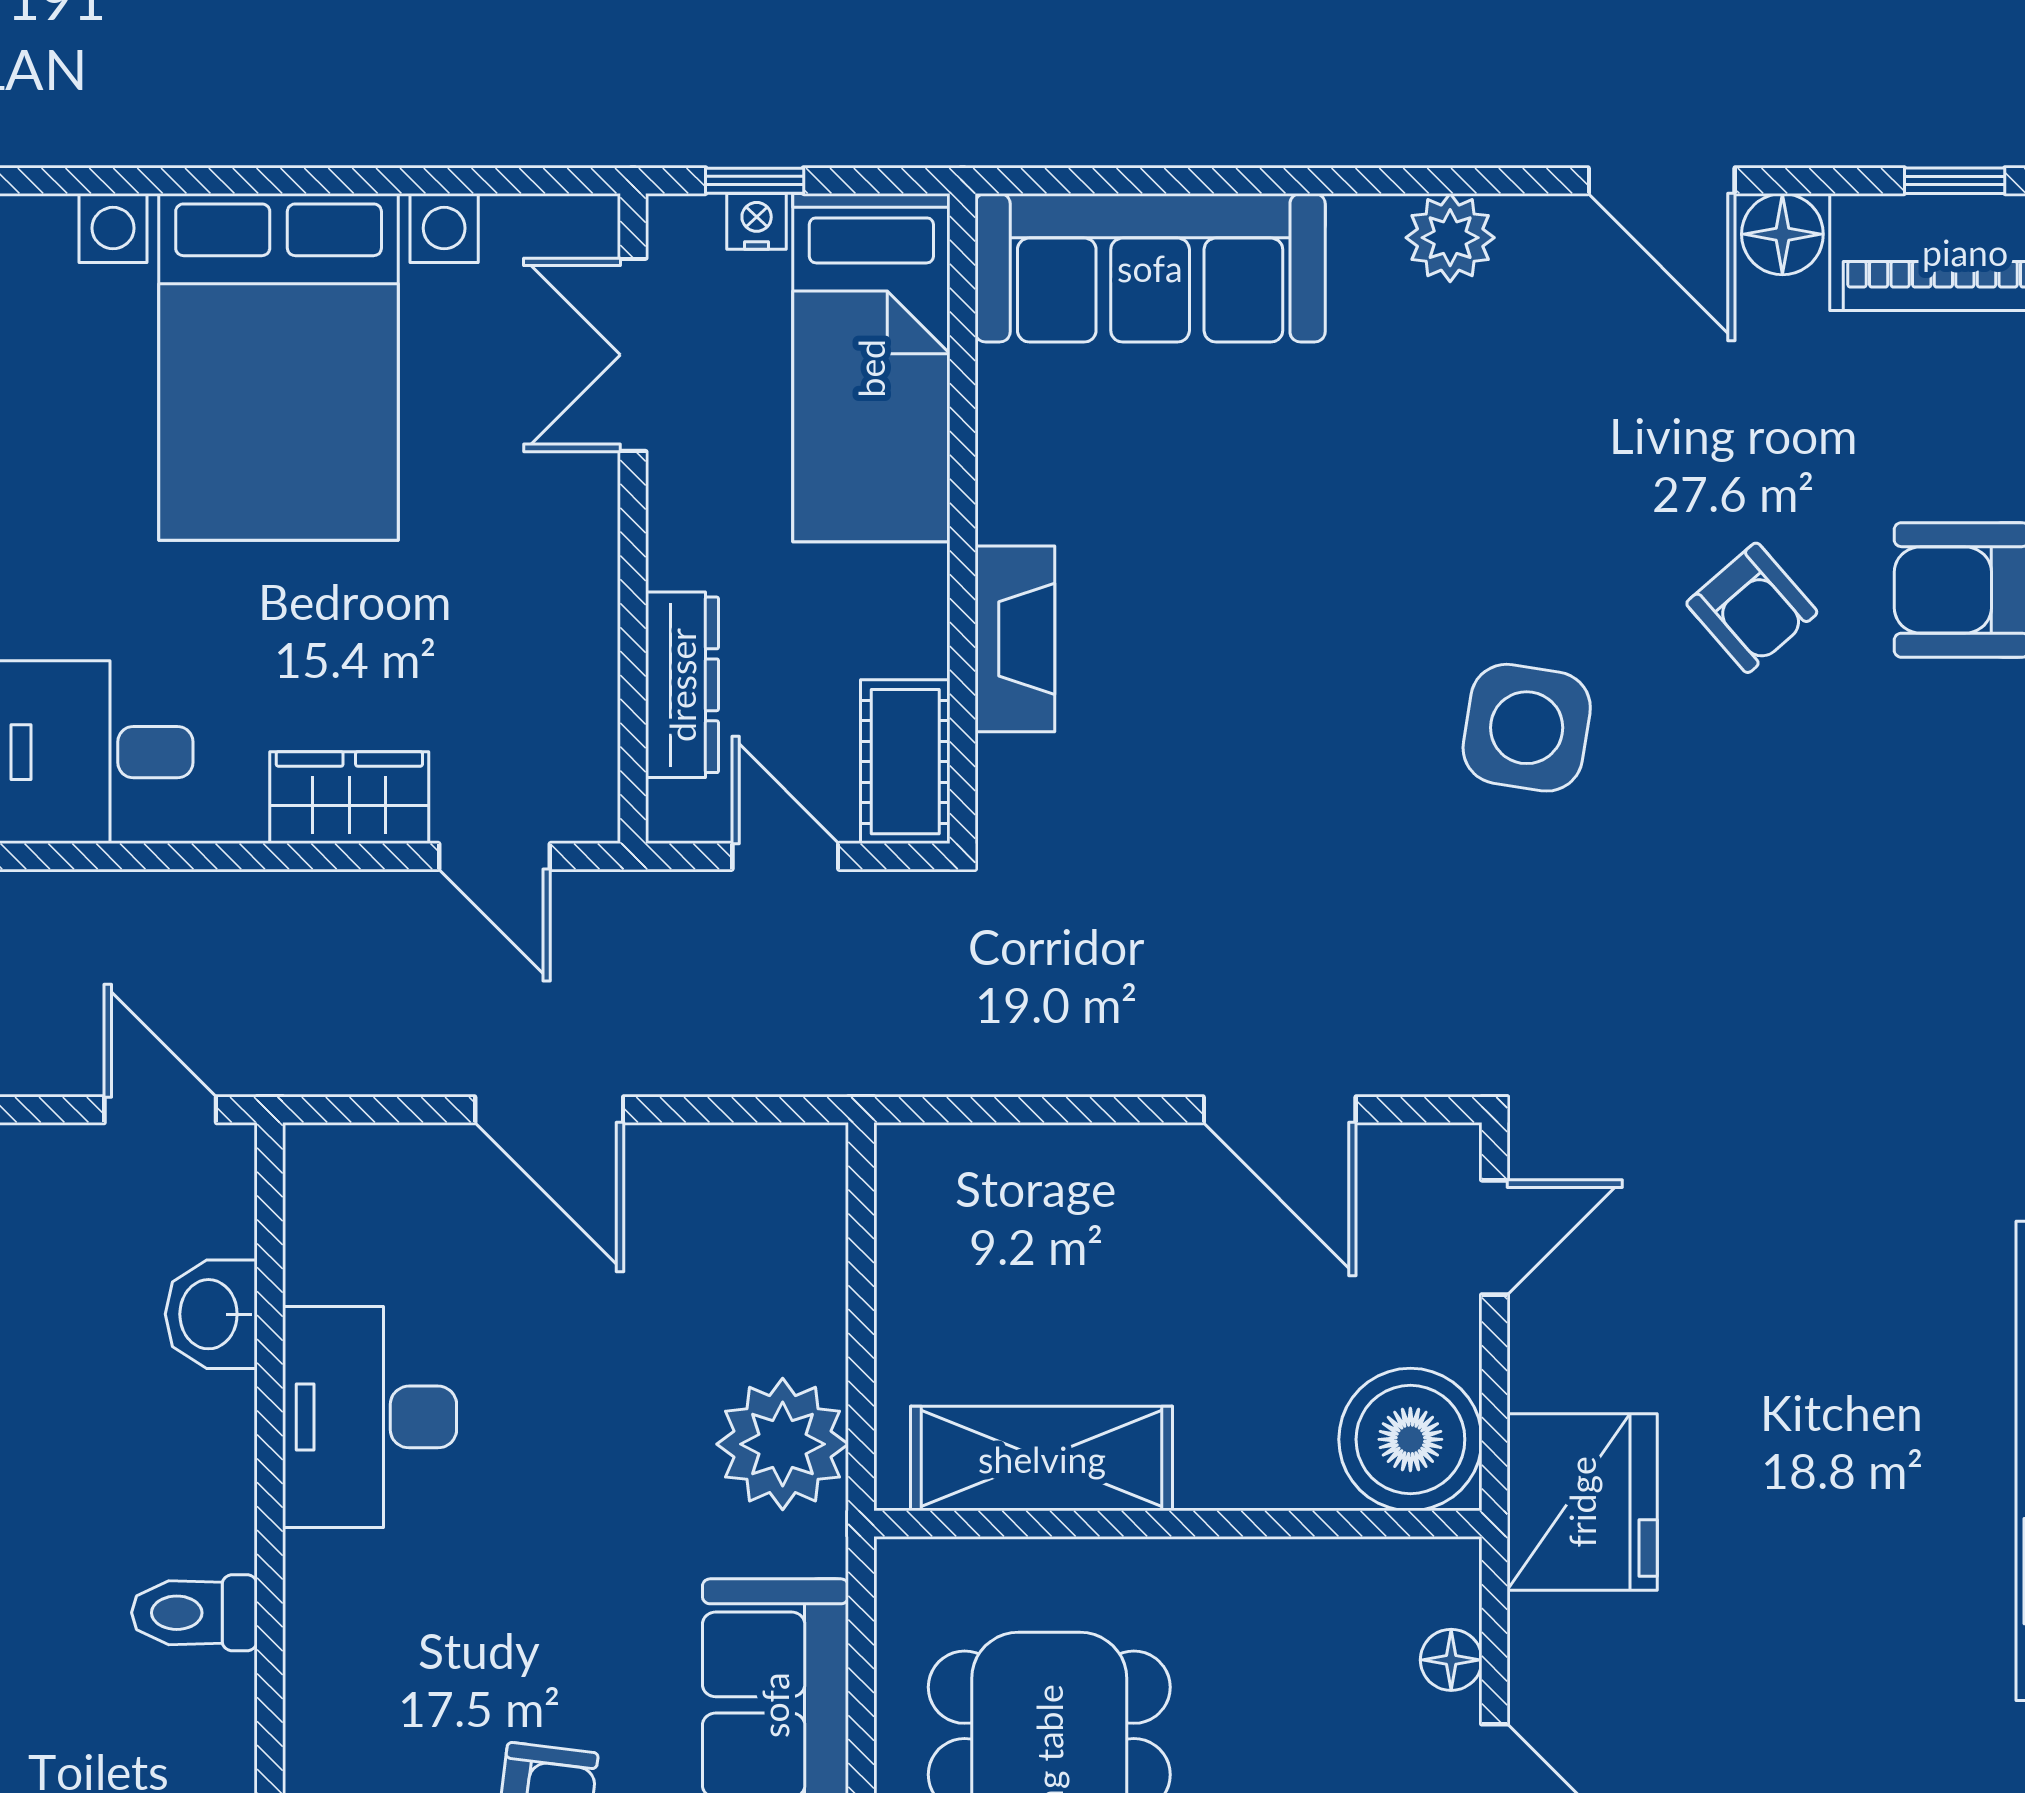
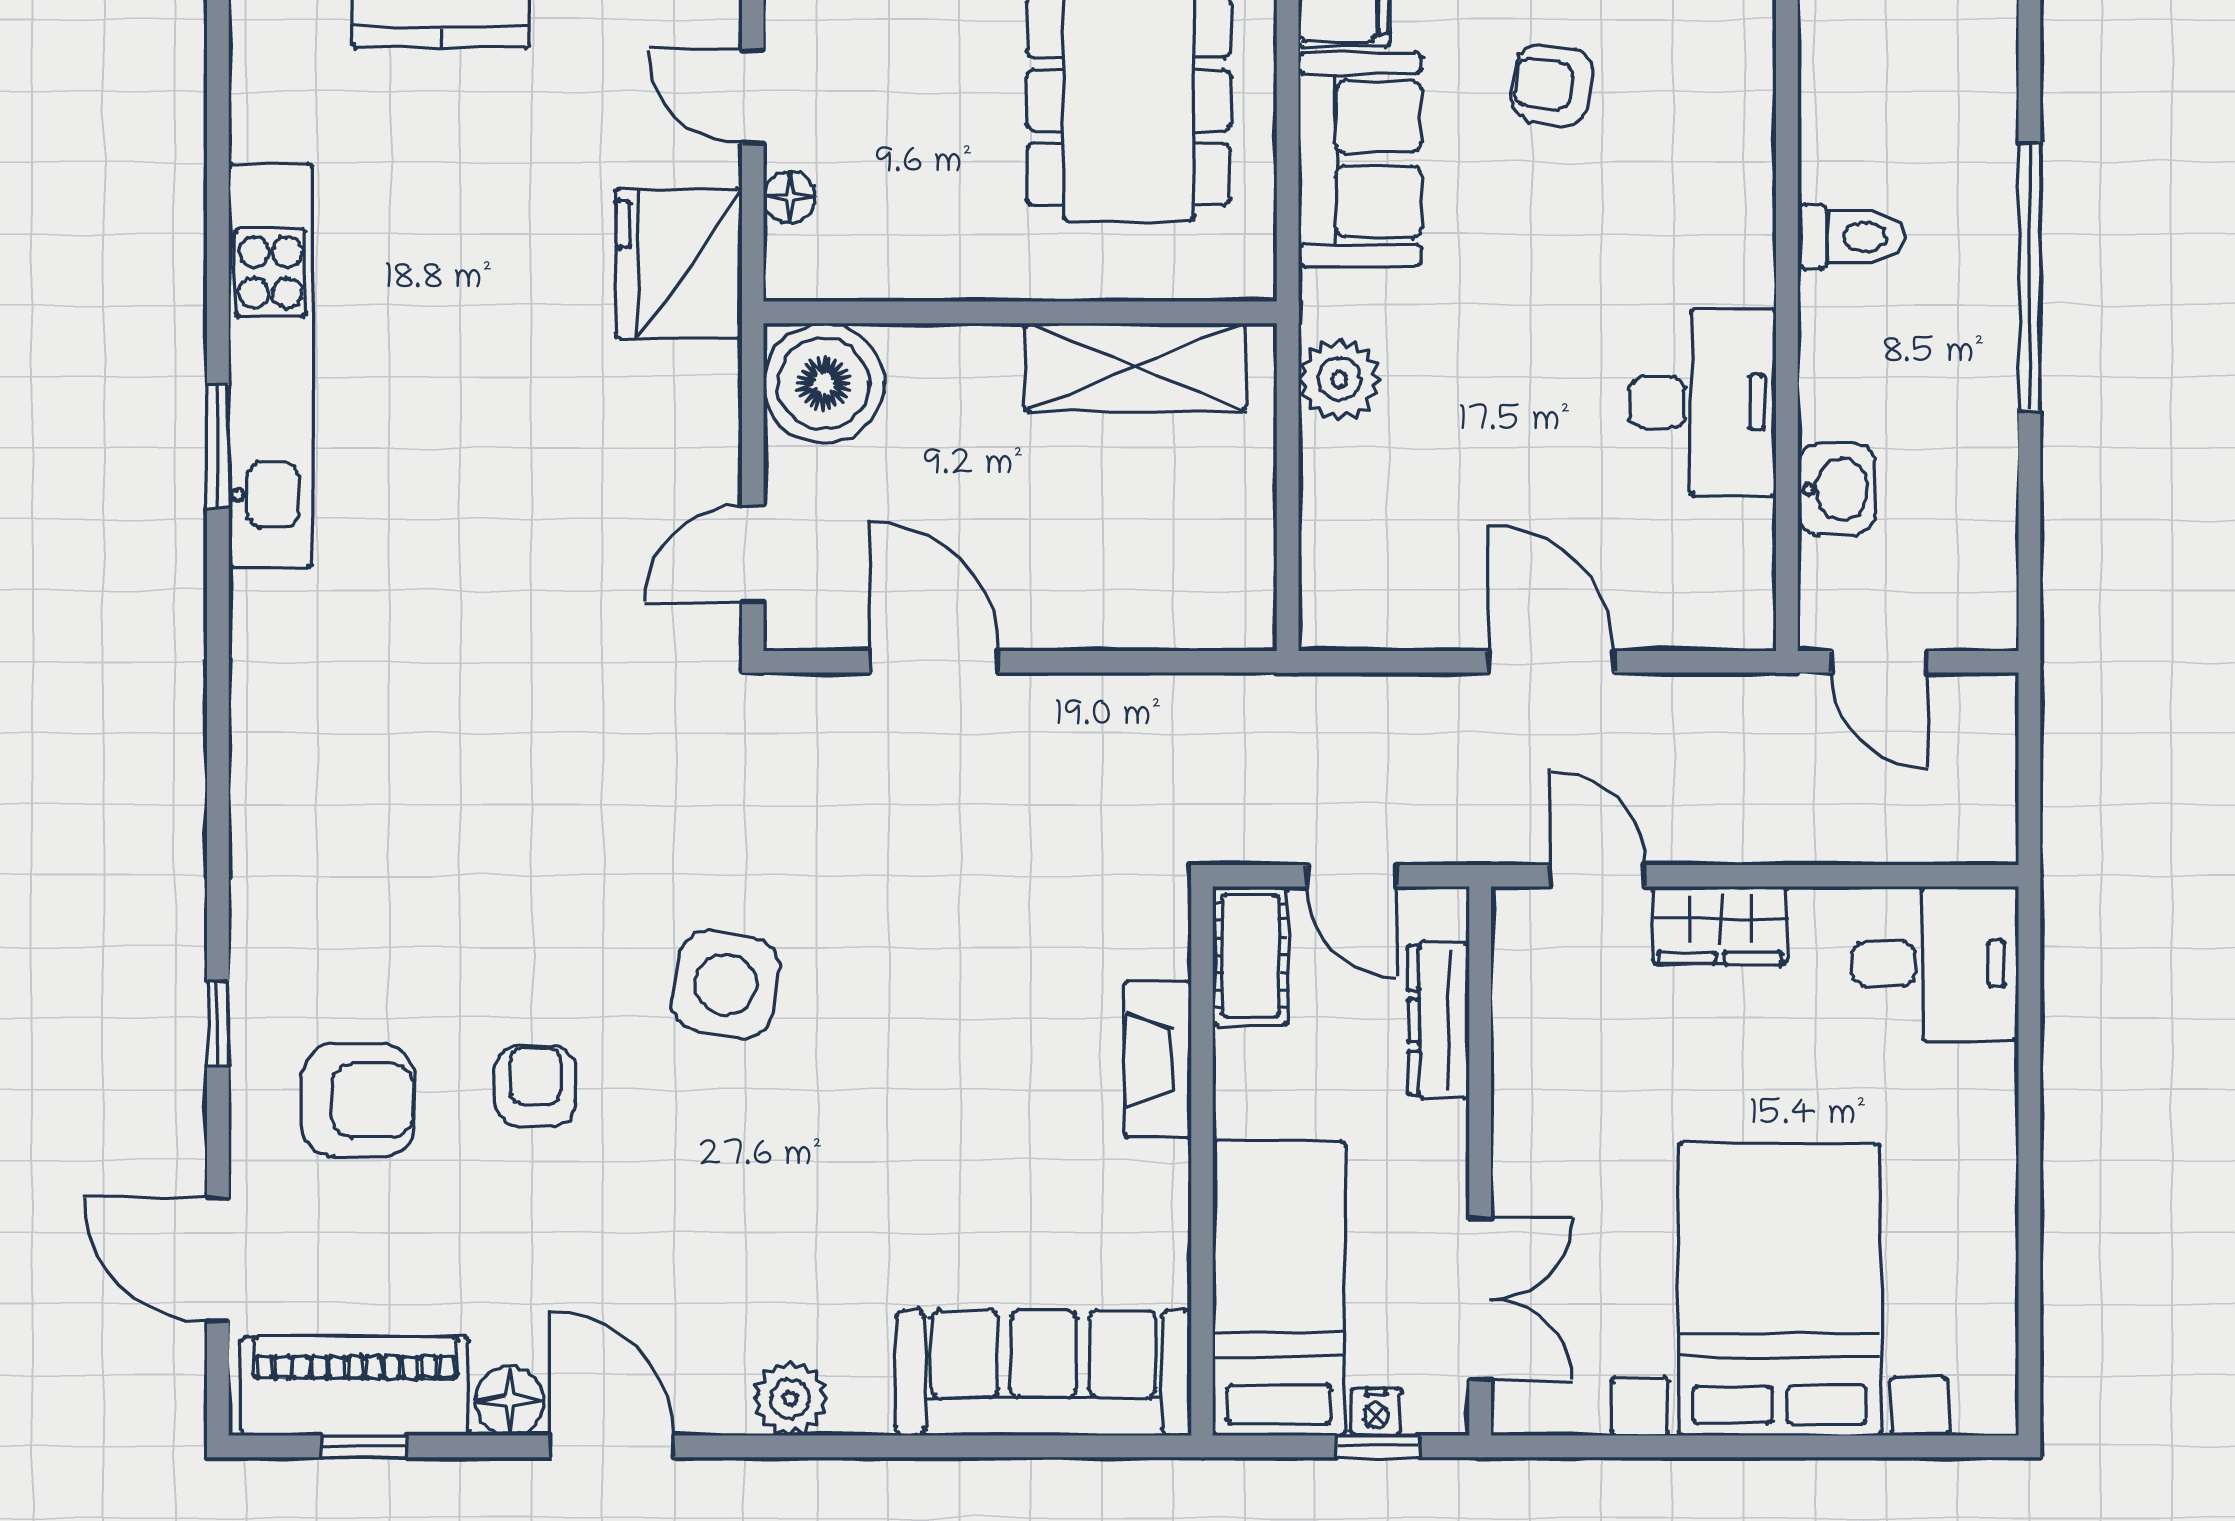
armchair: (1752, 608) -> (535, 1086), turned 41
plant: (783, 1444) -> (1339, 379), width x0.73, depth x0.73
fridge: (1582, 1502) -> (679, 263), moved

